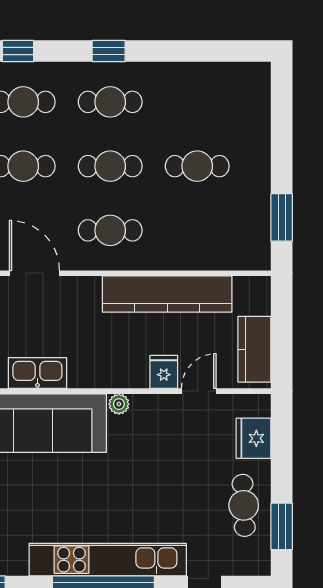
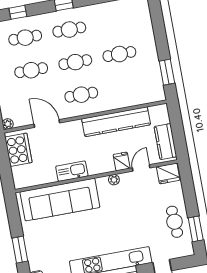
kitchen sink: (37, 373) -> (72, 171), moved
plant: (119, 404) -> (114, 180), moved
fridge: (254, 438) -> (168, 173), moved, turned -90

